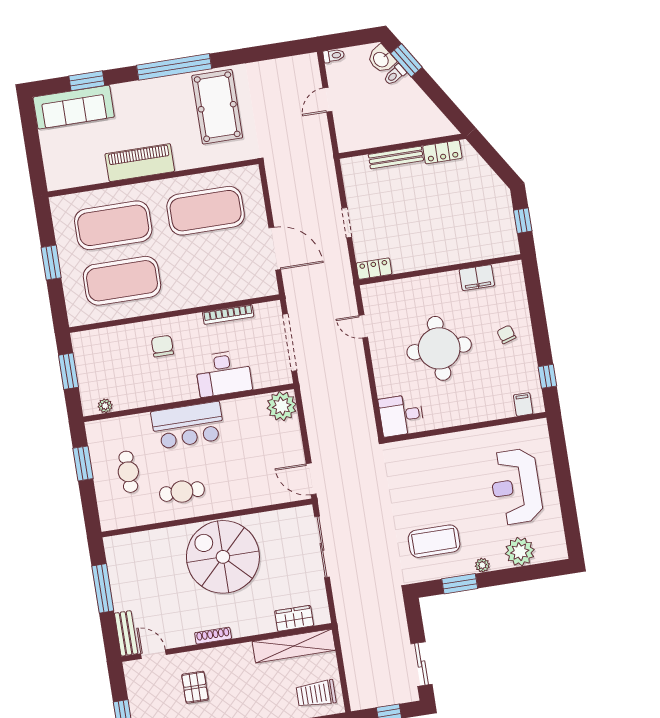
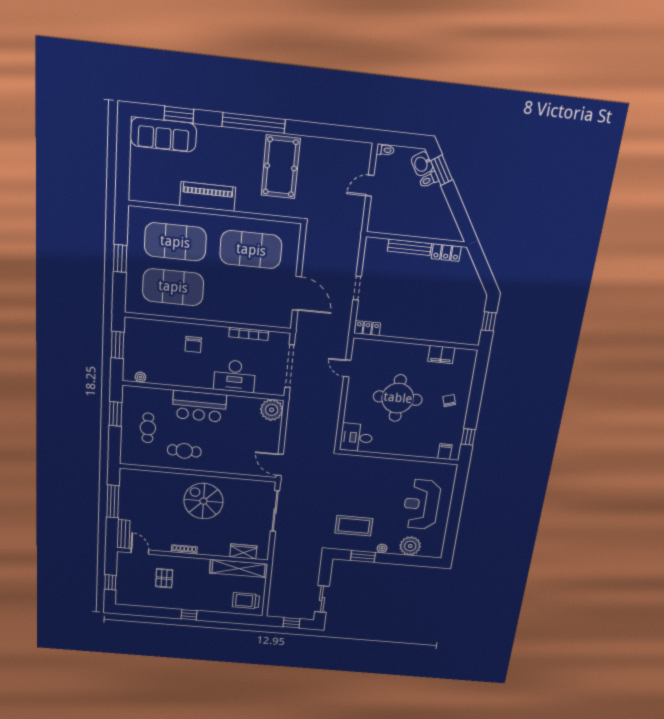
chair: (162, 346) -> (193, 345), turned 180
spiral stairs: (223, 557) -> (203, 501), width x0.73, depth x0.73

